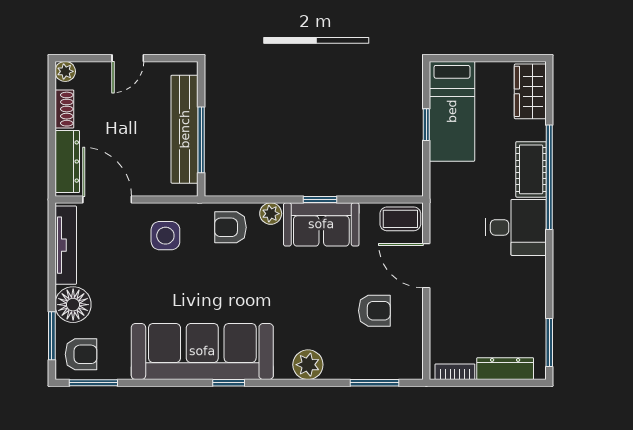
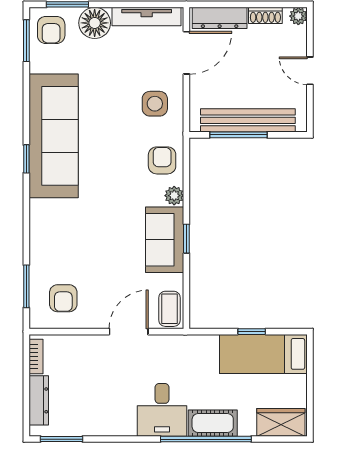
armchair: (374, 311) -> (63, 298), moved
plant: (308, 365) -> (42, 228), removed

